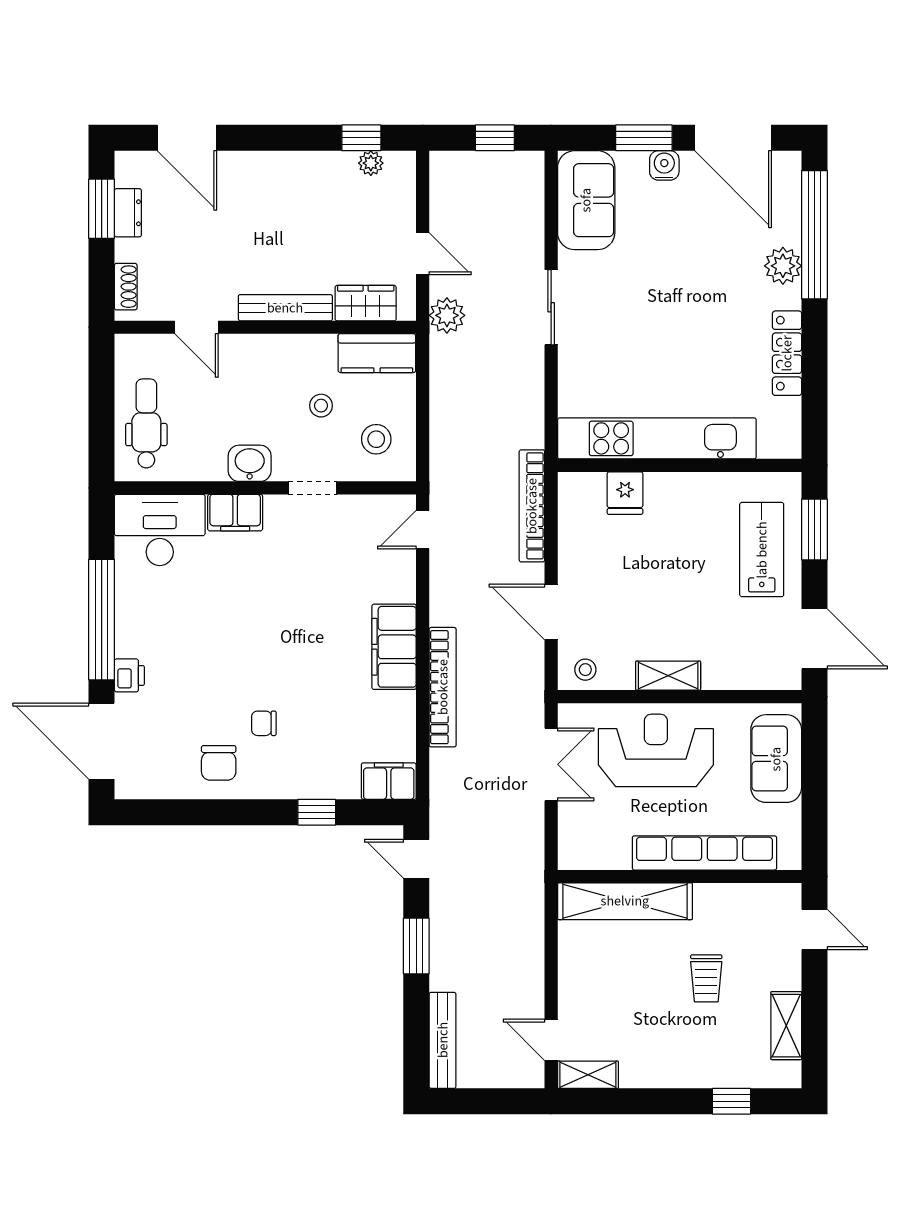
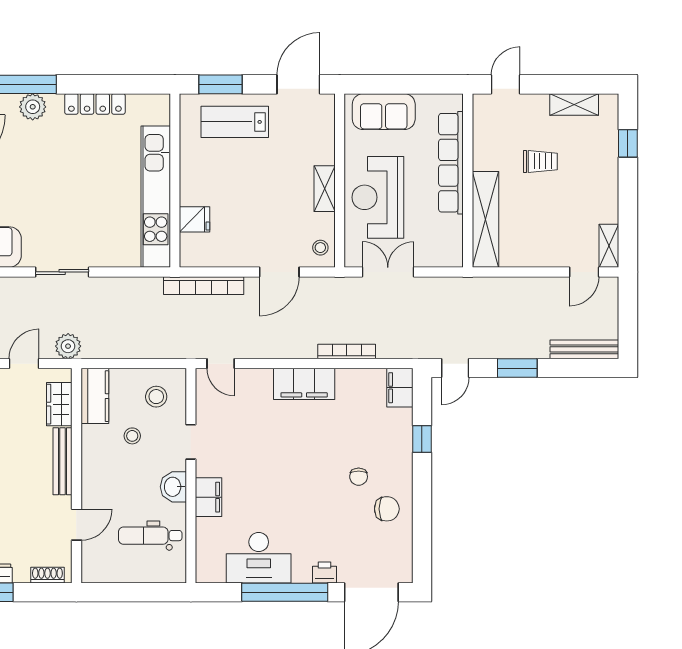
dental chair: (146, 423) -> (150, 536), moved
desk: (160, 530) -> (259, 558), moved, turned -90
bookcase: (443, 687) -> (347, 352), width x0.68, depth x0.76

